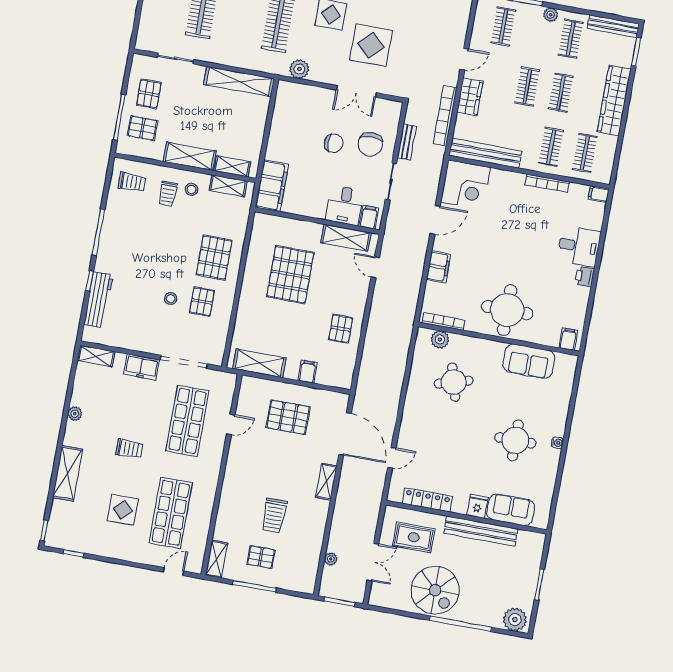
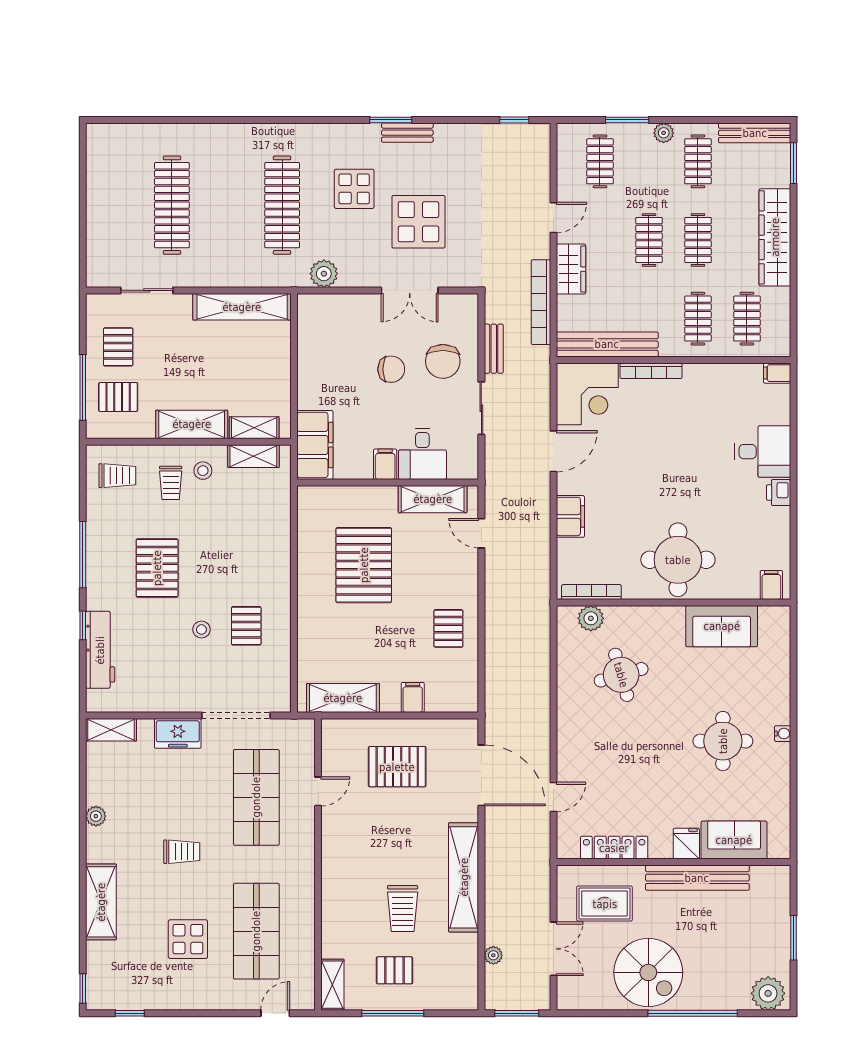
bookcase: (547, 183) -> (651, 371), moved
filing cabinet: (369, 217) -> (385, 464), moved
pallet: (214, 258) -> (157, 568), moved
shelving: (326, 482) -> (464, 877), width x2.20, depth x1.33

